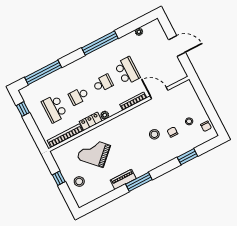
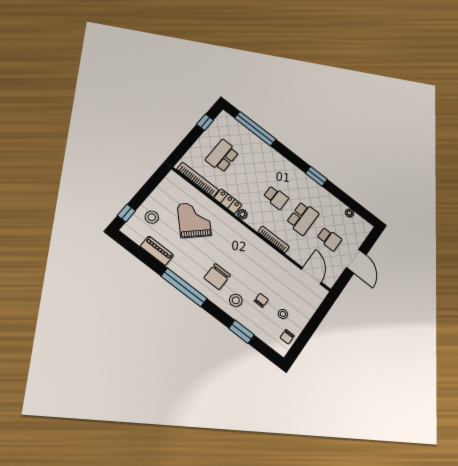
window: (100, 43) -> (316, 176), width x0.47
door: (159, 93) -> (311, 276), moved
school desk: (79, 96) -> (329, 239), moved, turned 180
stool: (154, 134) -> (236, 300), moved
chair: (142, 155) -> (217, 277), added
window: (59, 178) -> (127, 213), moved
piano: (123, 179) -> (157, 251), moved
window: (139, 182) -> (184, 287), width x1.46

